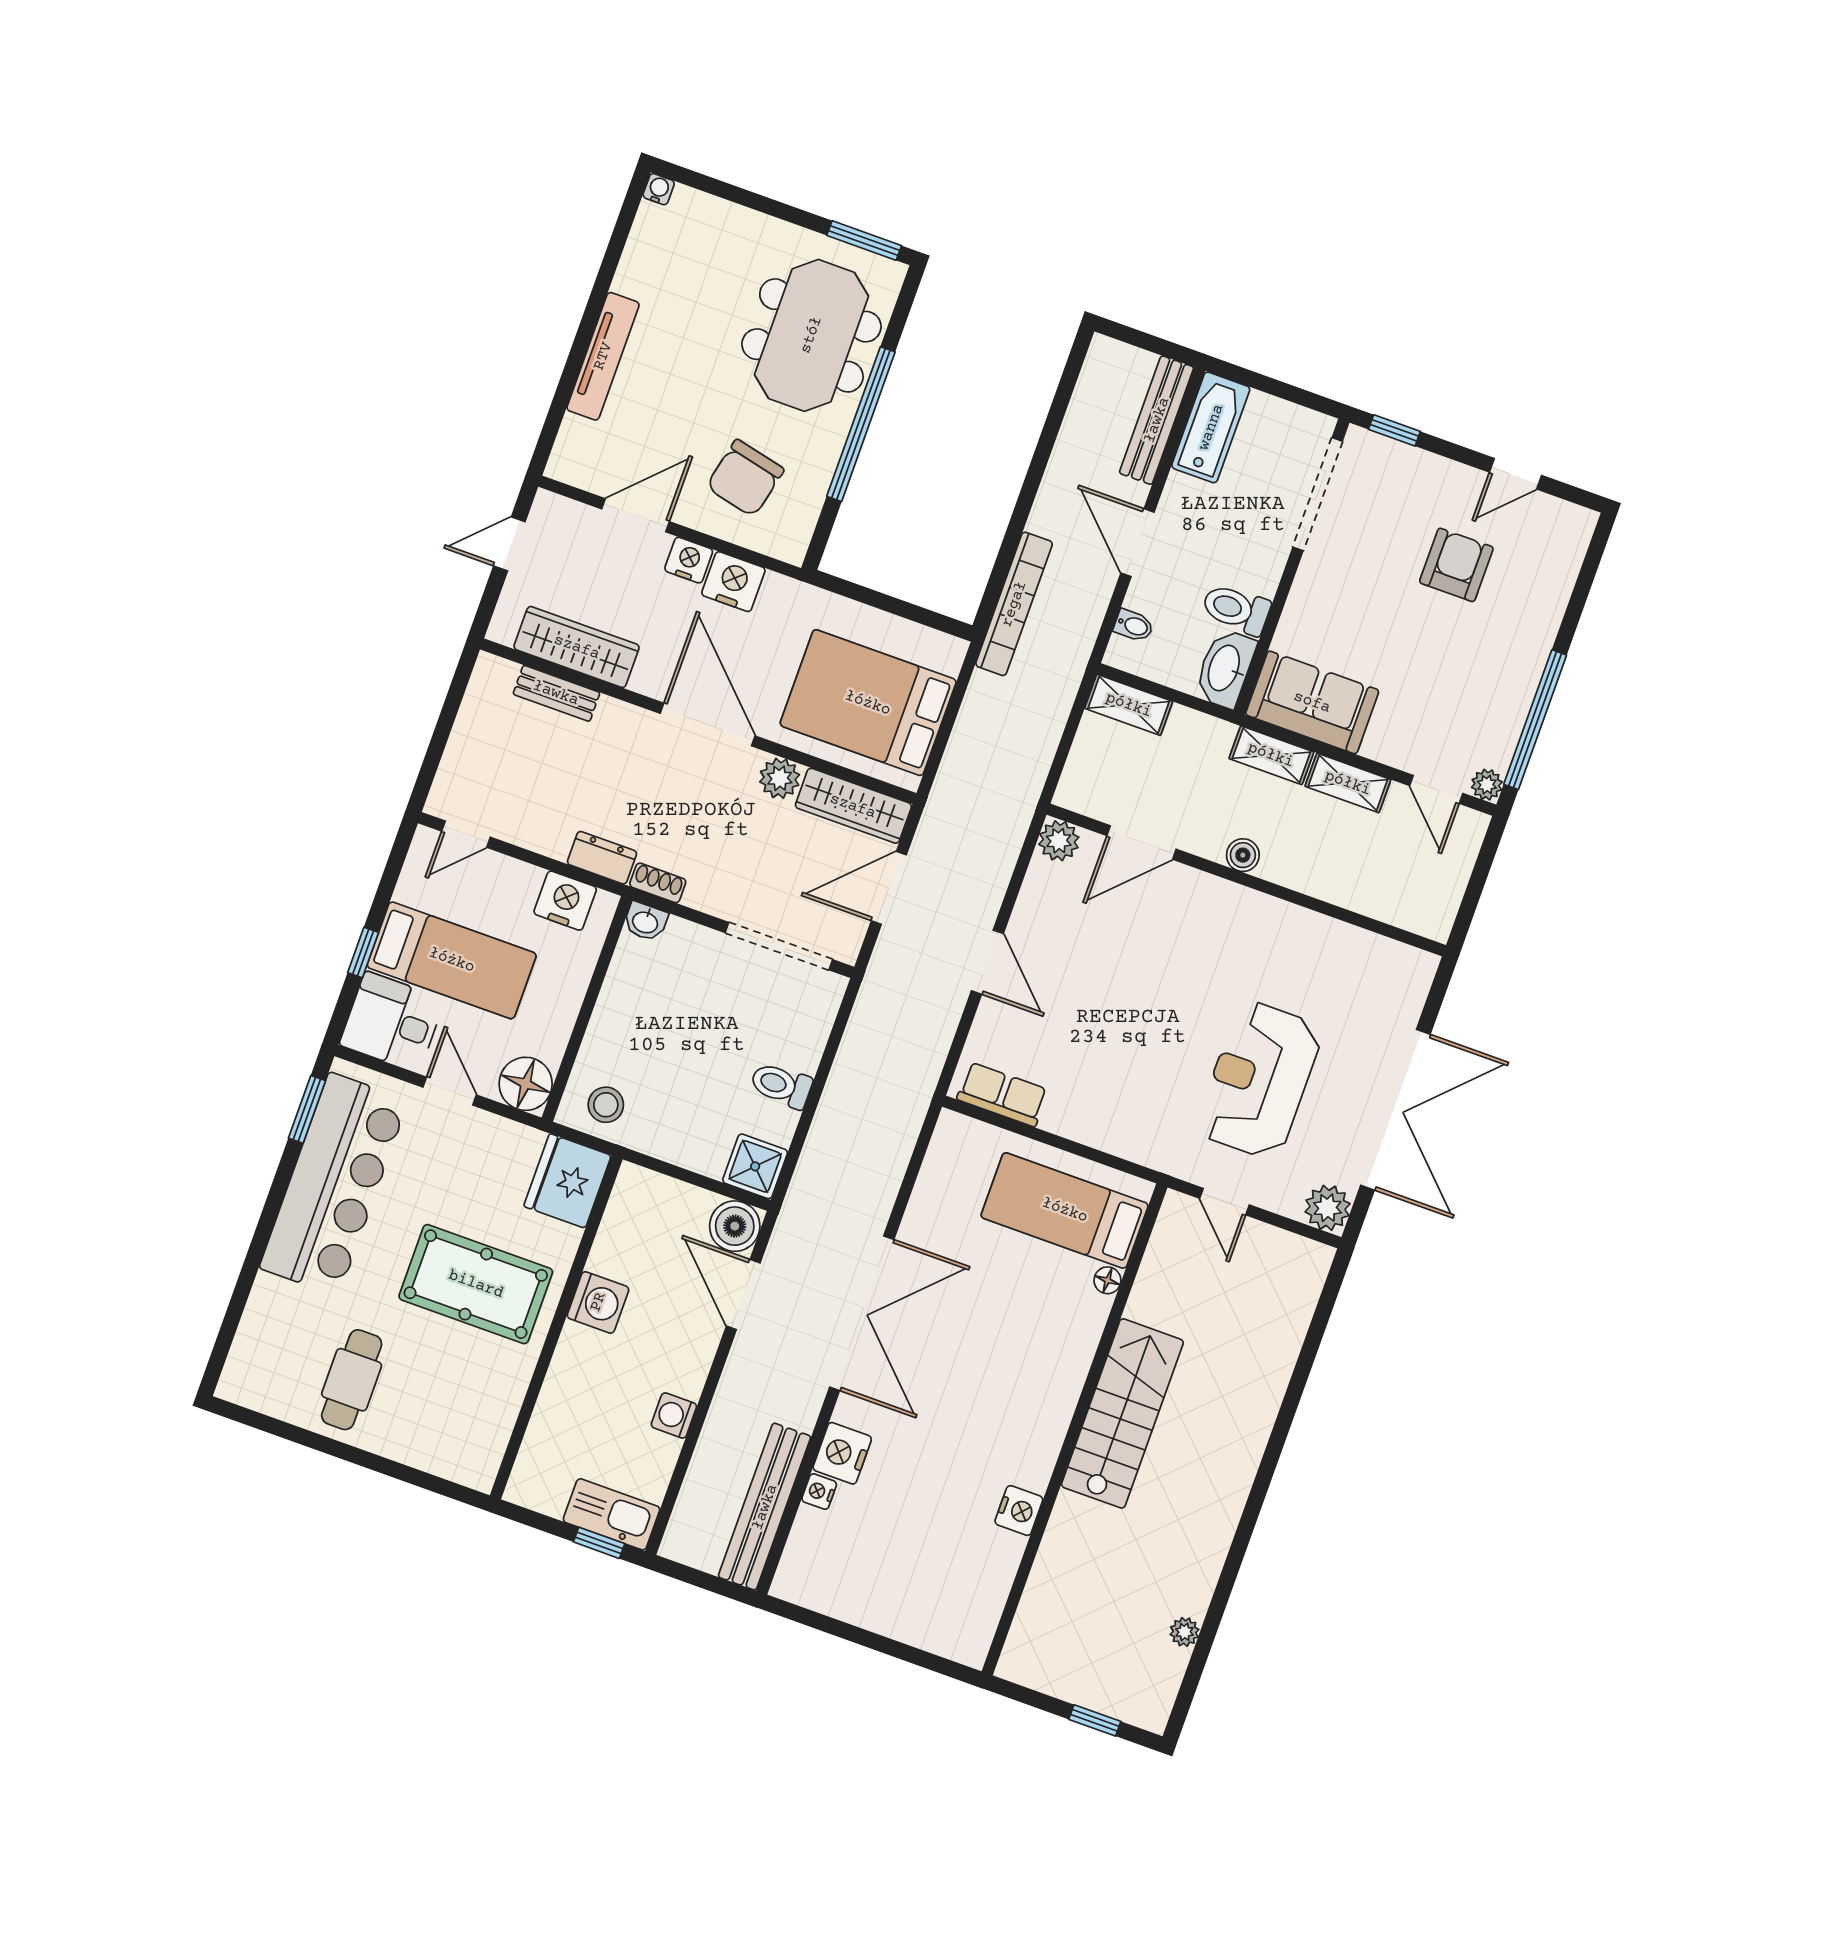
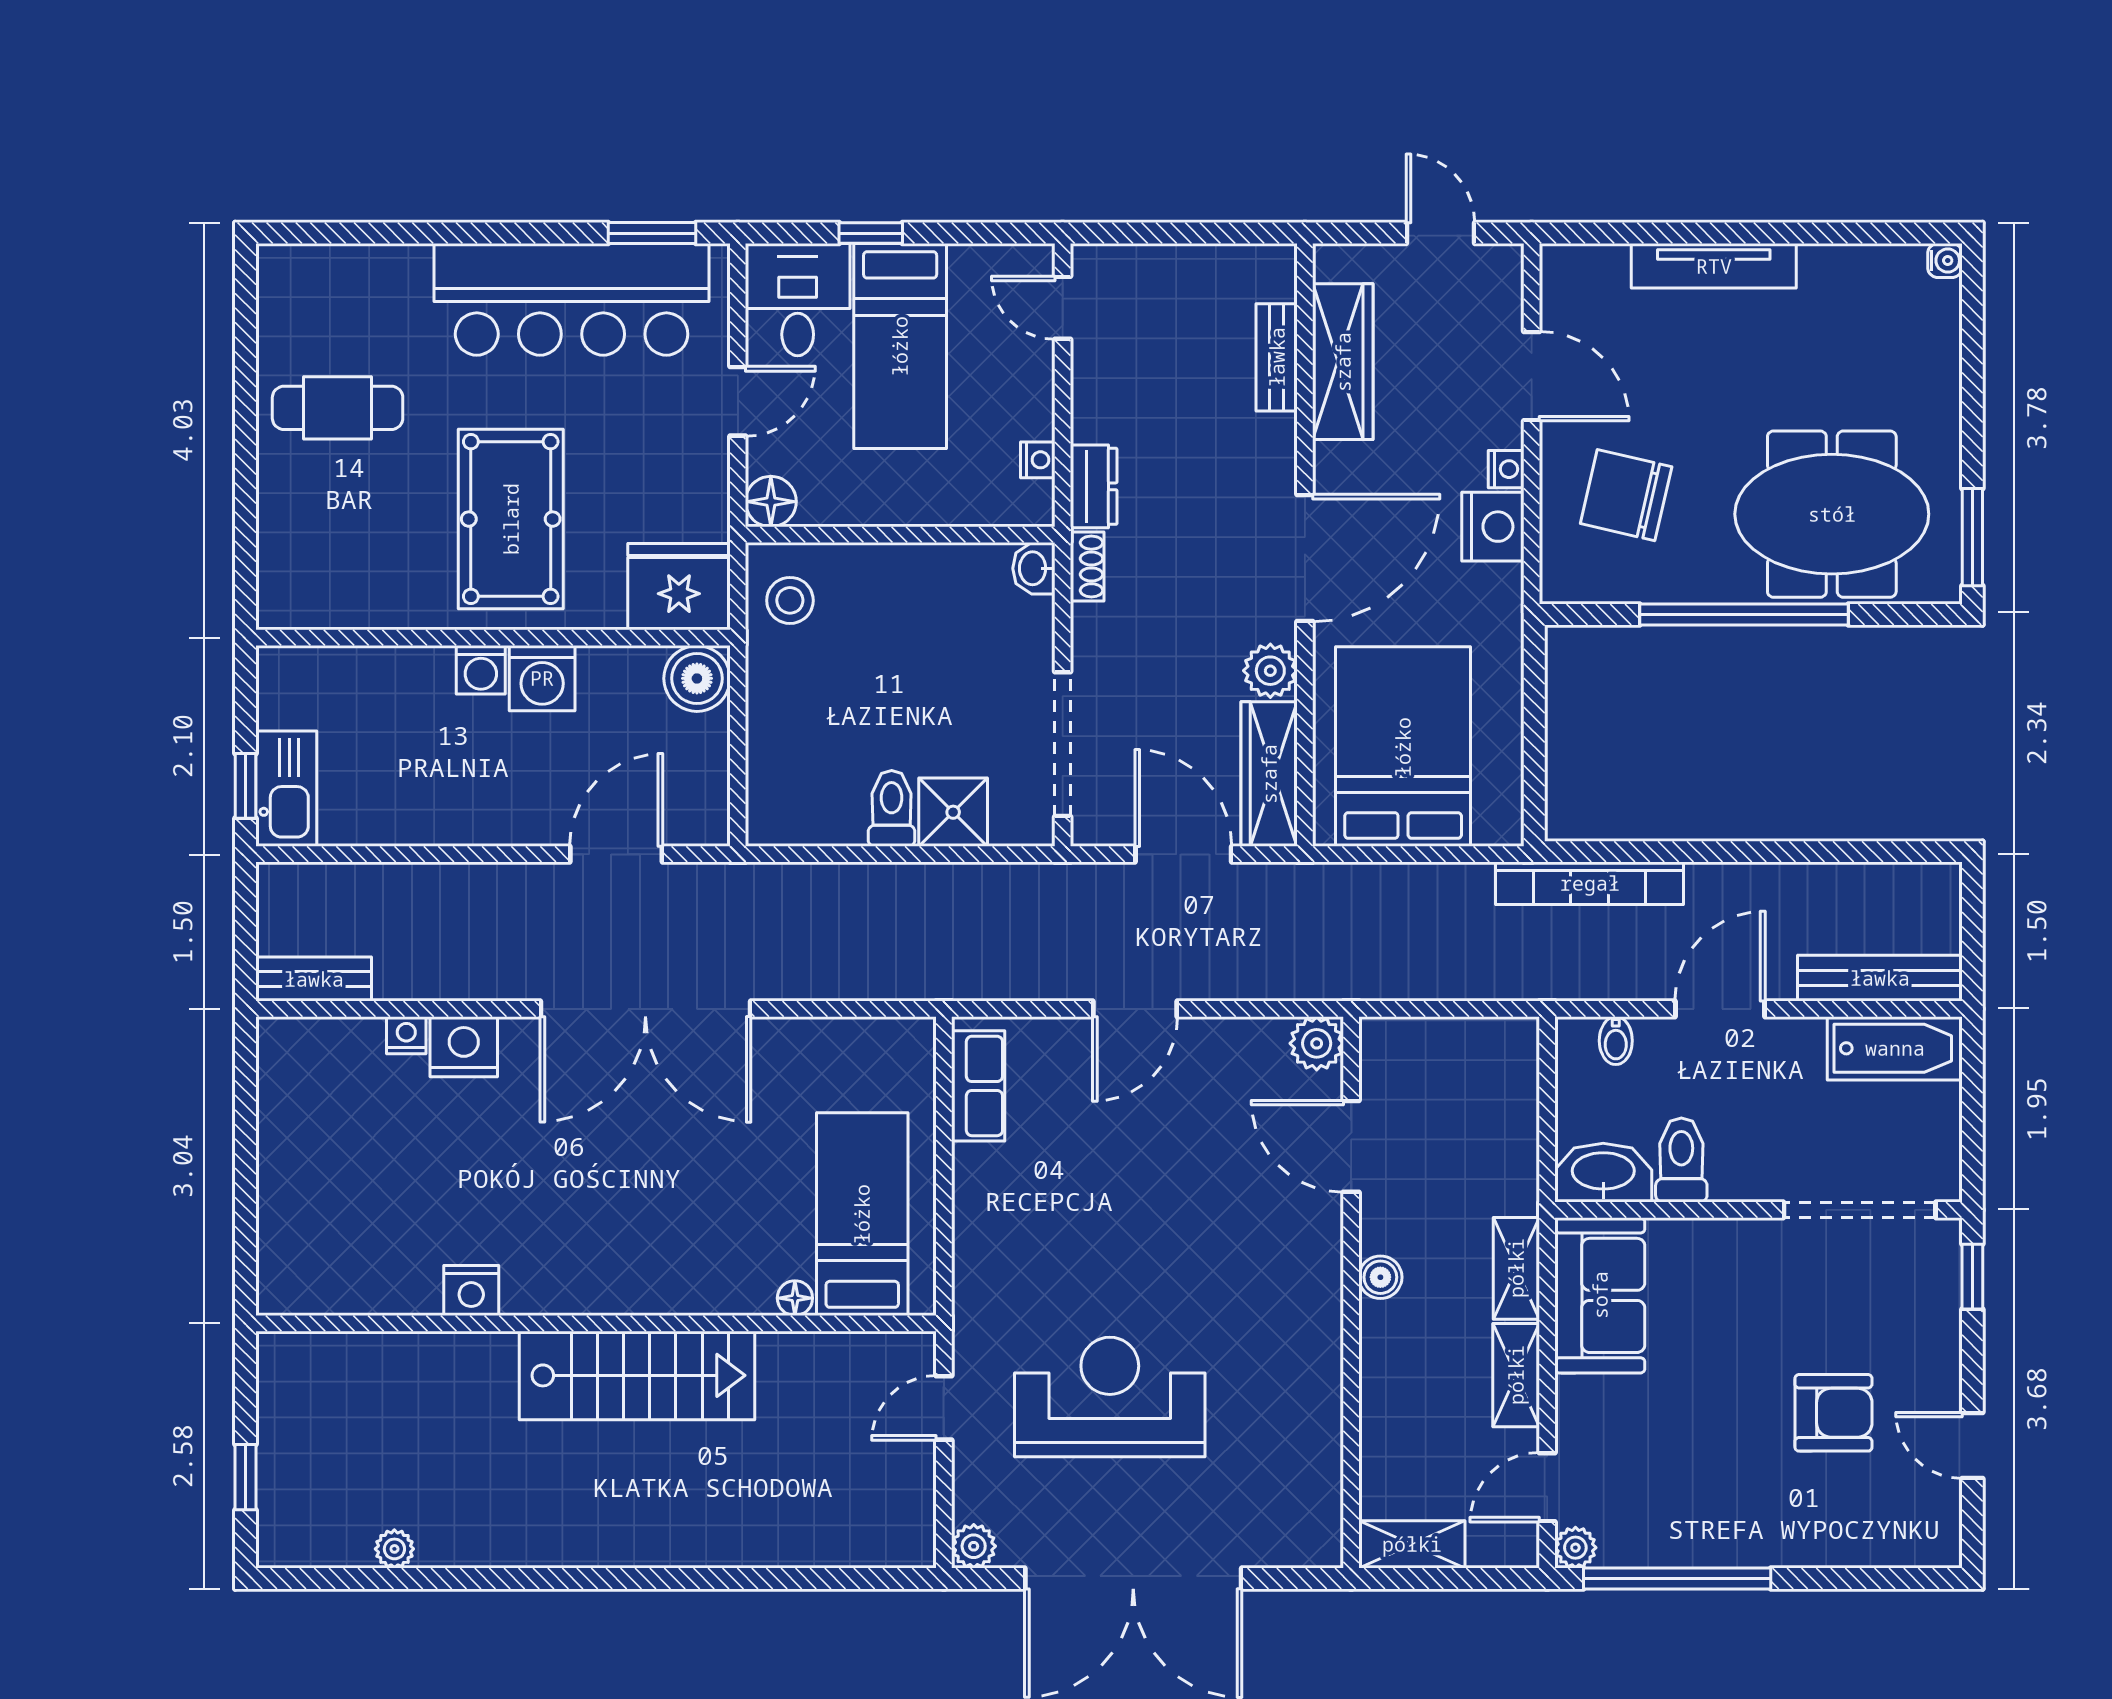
nightstand: (689, 560) -> (1506, 469), width x0.72, depth x0.74
shelving: (1129, 705) -> (1412, 1544), moved, turned 90
nightstand: (565, 901) -> (1038, 460), width x0.53, depth x0.56
floor lamp: (526, 1084) -> (771, 502), width x0.73, depth x0.73
shower: (755, 1166) -> (953, 812), moved
plant: (1328, 1208) -> (974, 1546), width x0.73, depth x0.73
boiler: (735, 1226) -> (697, 678), moved
washing machine: (674, 1416) -> (481, 670), moved, turned 180
bench: (765, 1507) -> (314, 979), width x0.54, depth x0.82

